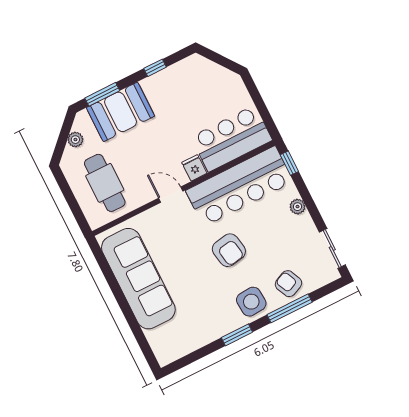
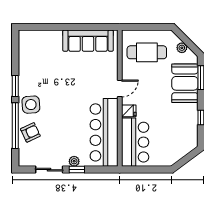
window: (289, 163) -> (77, 170), moved
sliding door: (332, 248) -> (49, 170), moved
armchair: (229, 250) -> (69, 107), removed
sofa: (138, 279) -> (88, 41), width x0.74, depth x0.79
window: (290, 308) -> (15, 126), width x1.46

